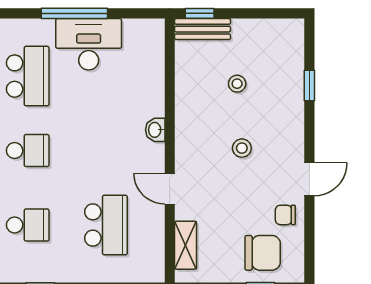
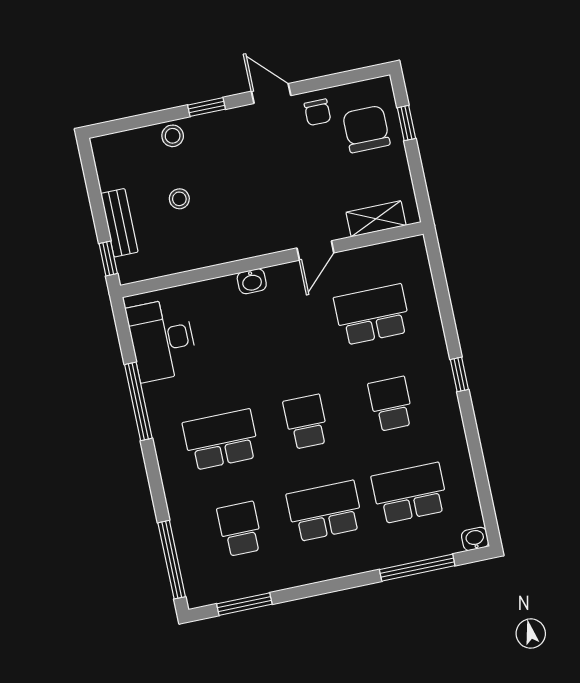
bench: (203, 29) -> (119, 223), moved
desk: (89, 44) -> (162, 340), moved
window: (309, 85) -> (207, 107), moved
stool: (242, 148) -> (173, 136), moved

